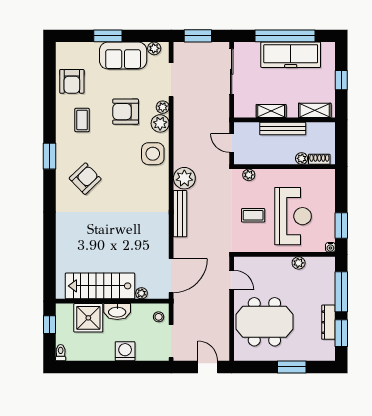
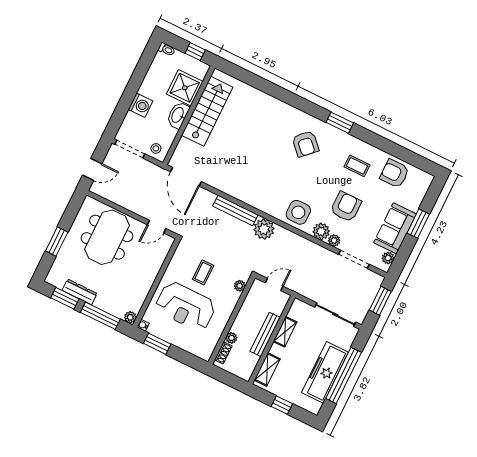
plant: (299, 263) -> (130, 317), moved
plant: (141, 293) -> (183, 144), removed

